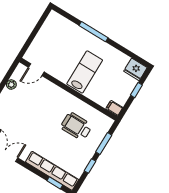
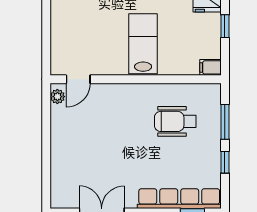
plant: (11, 85) -> (57, 97), moved

